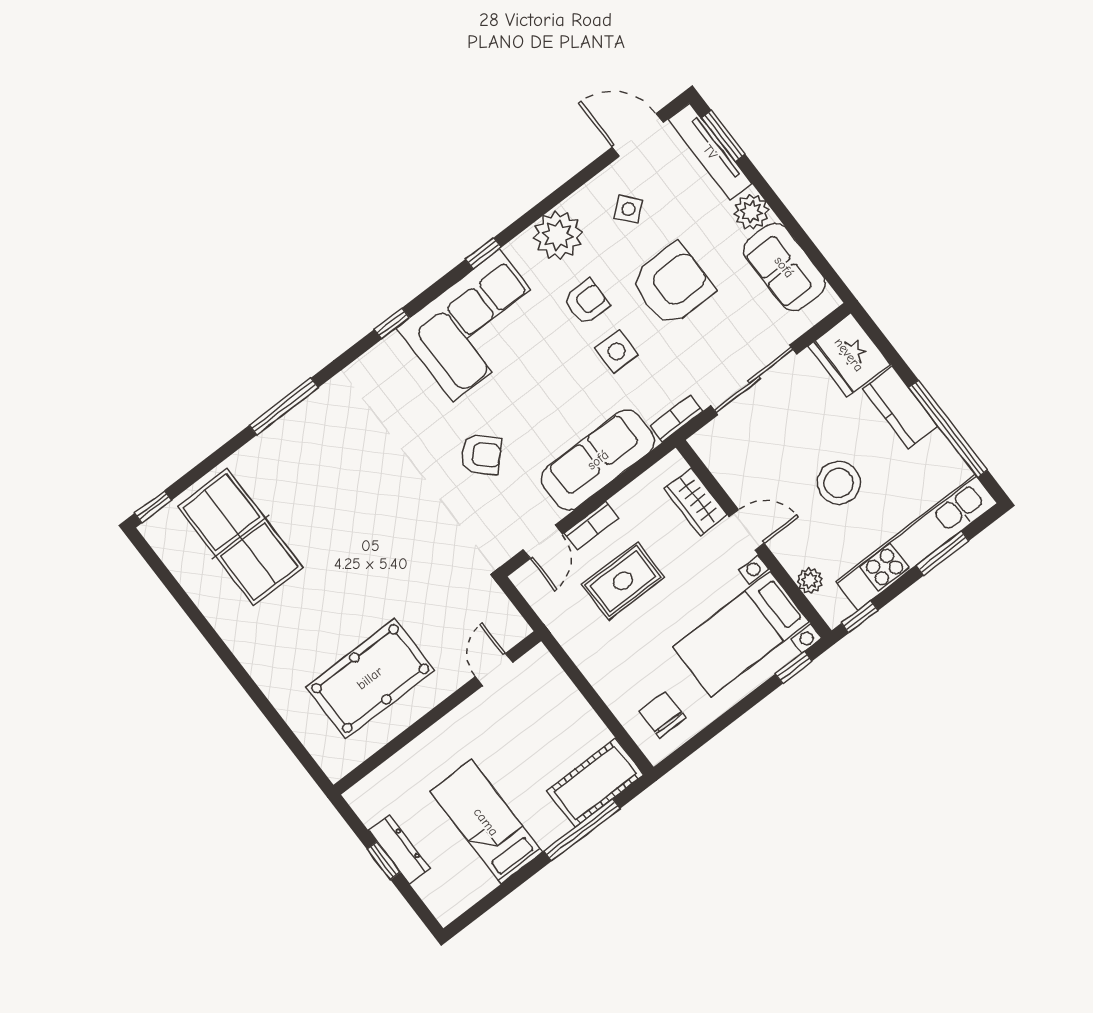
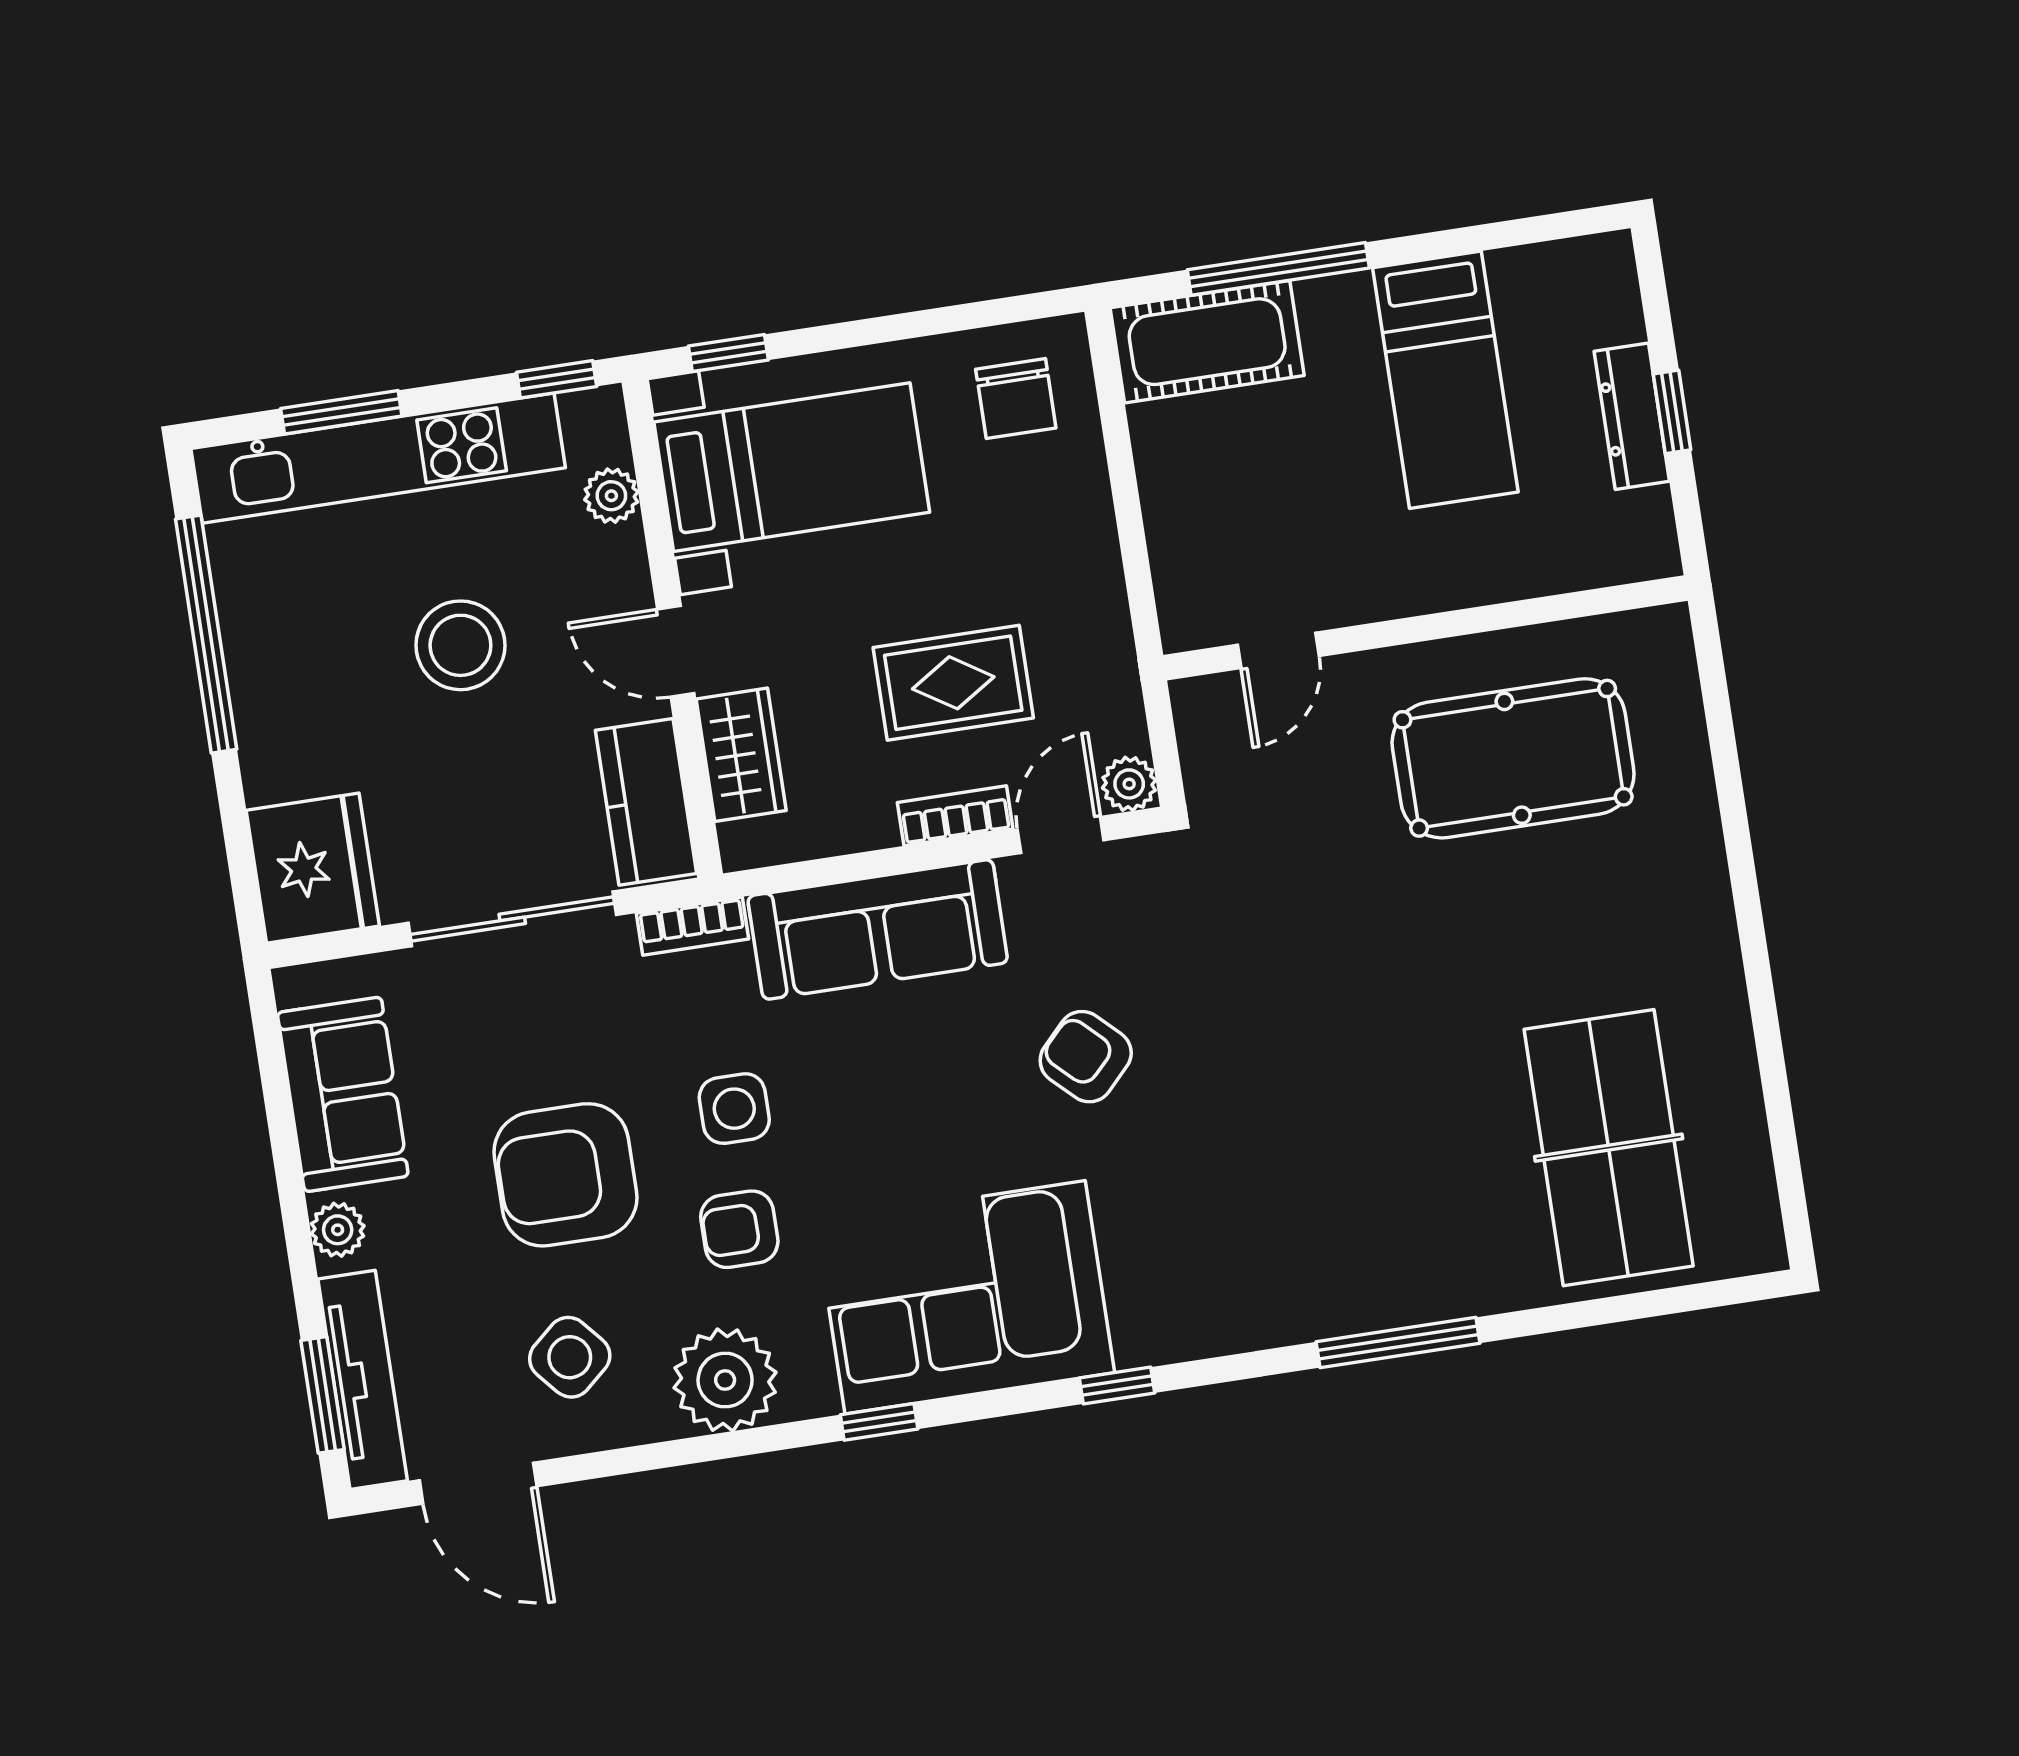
side table: (628, 209) -> (570, 1357), width x1.37, depth x1.37
plant: (751, 212) -> (338, 1230), width x0.73, depth x0.73
kitchen counter: (900, 407) -> (646, 802), moved, turned 180
window: (153, 507) -> (1738, 1291), removed
plant: (526, 579) -> (1129, 784), added

